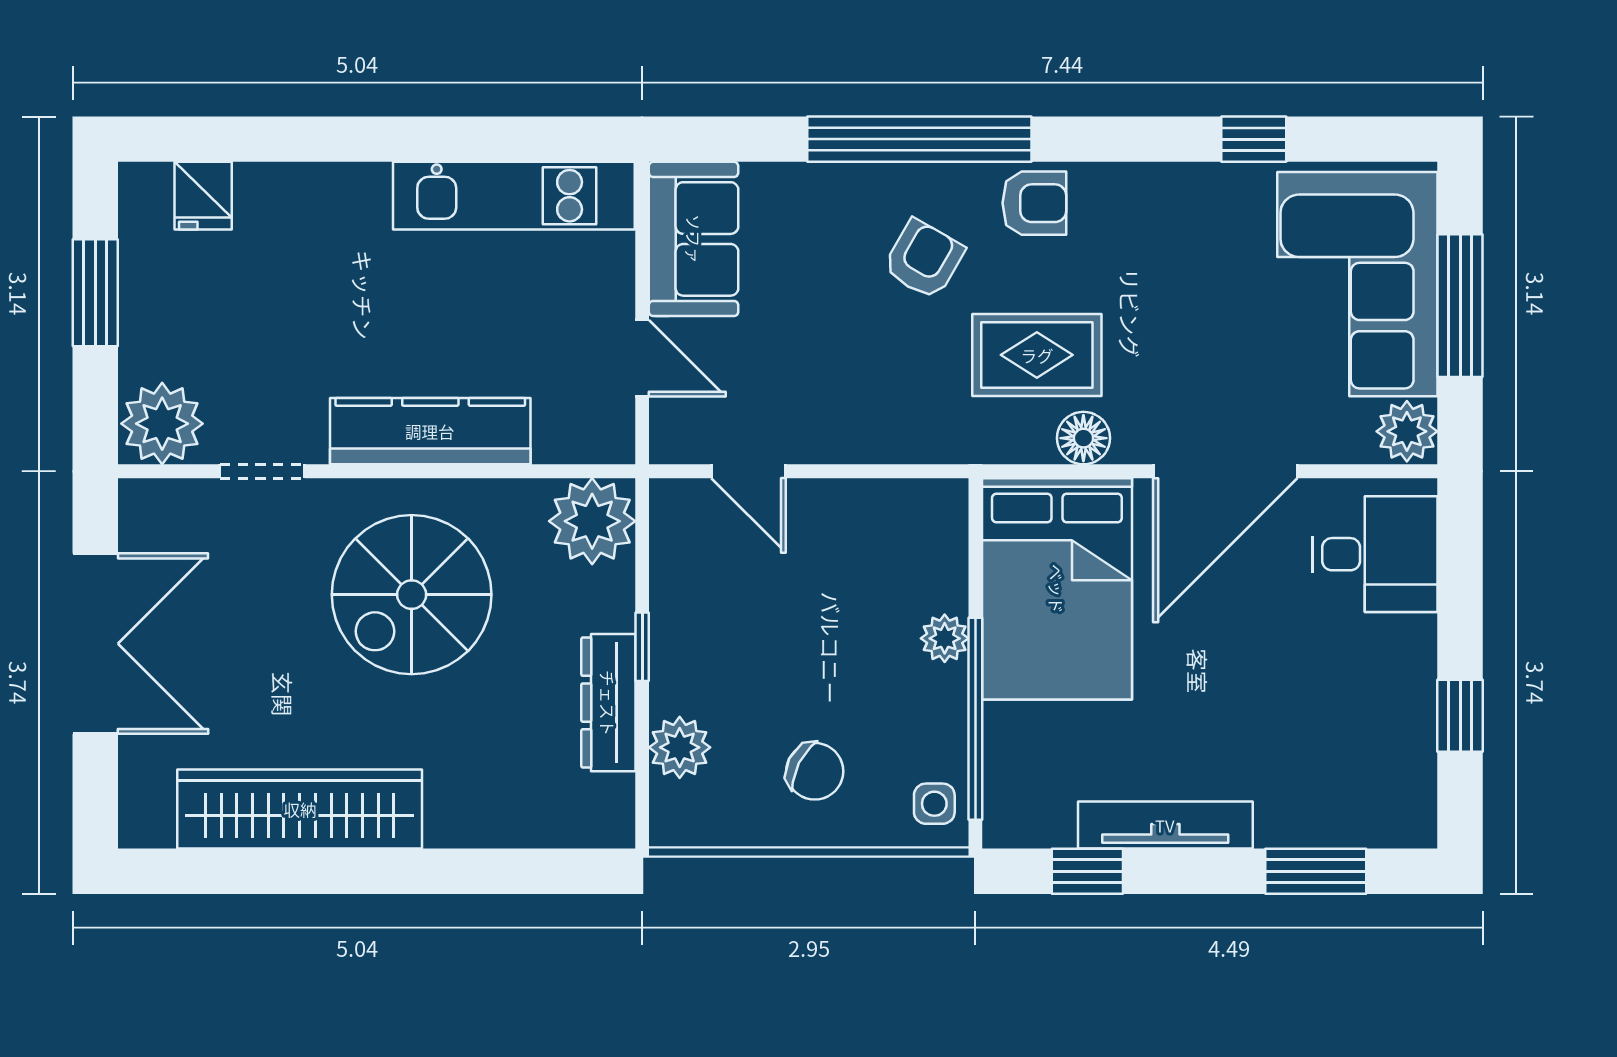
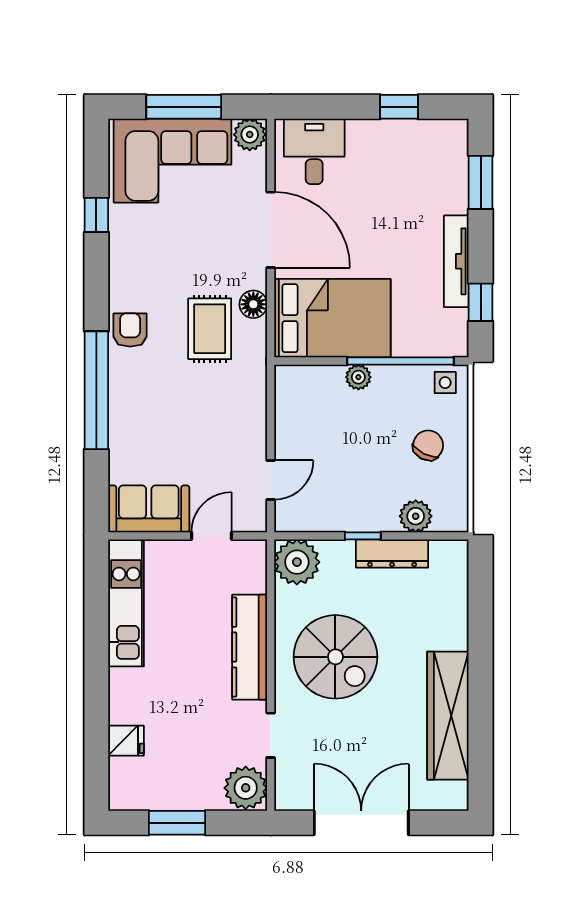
fridge: (203, 196) -> (126, 741), moved
armchair: (924, 259) -> (159, 388), removed

